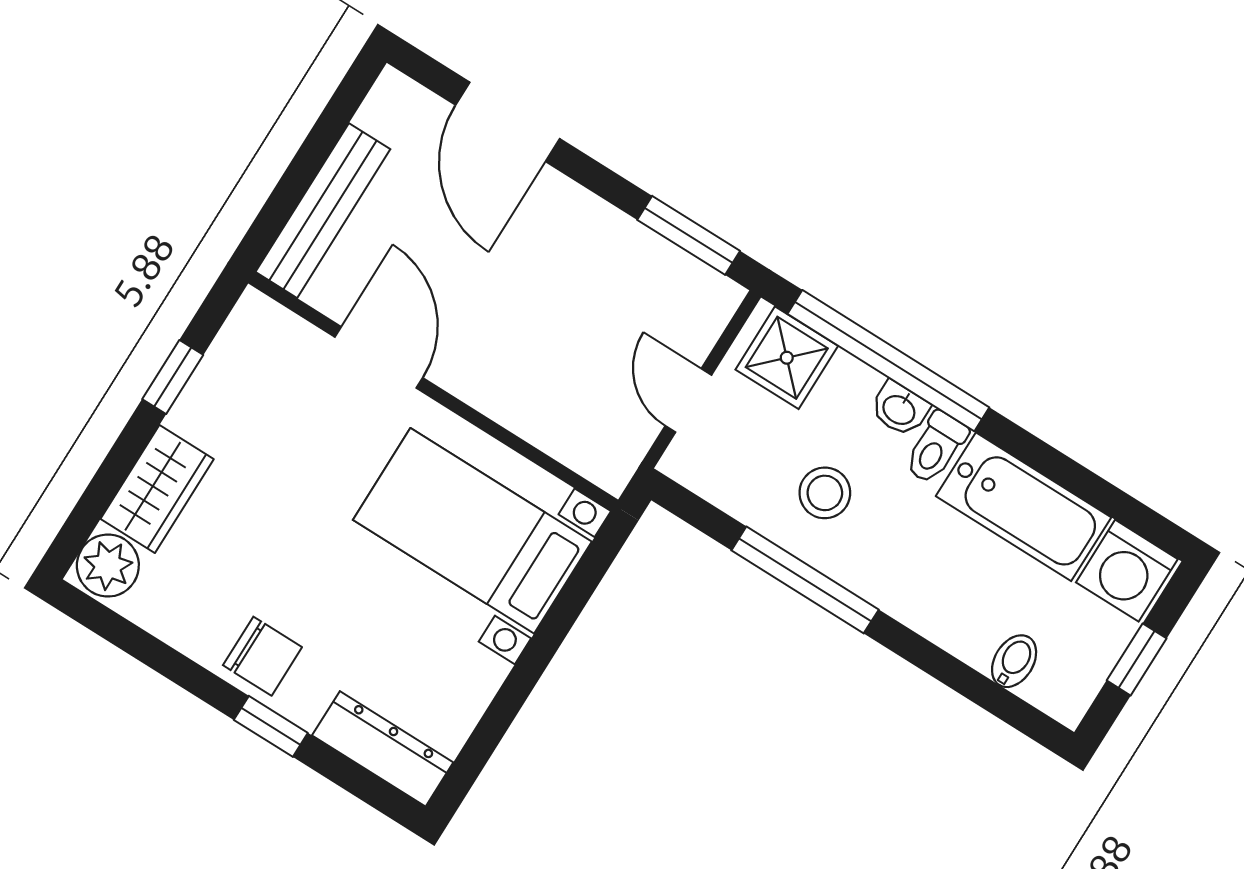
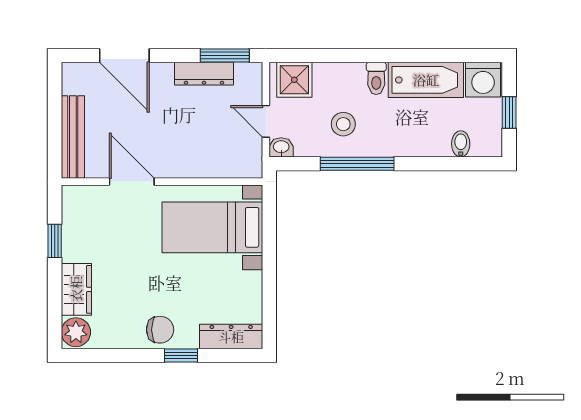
dresser: (631, 245) -> (204, 74), added
window: (888, 361) -> (336, 56), removed
washbasin: (900, 409) -> (281, 147), moved, turned 180

